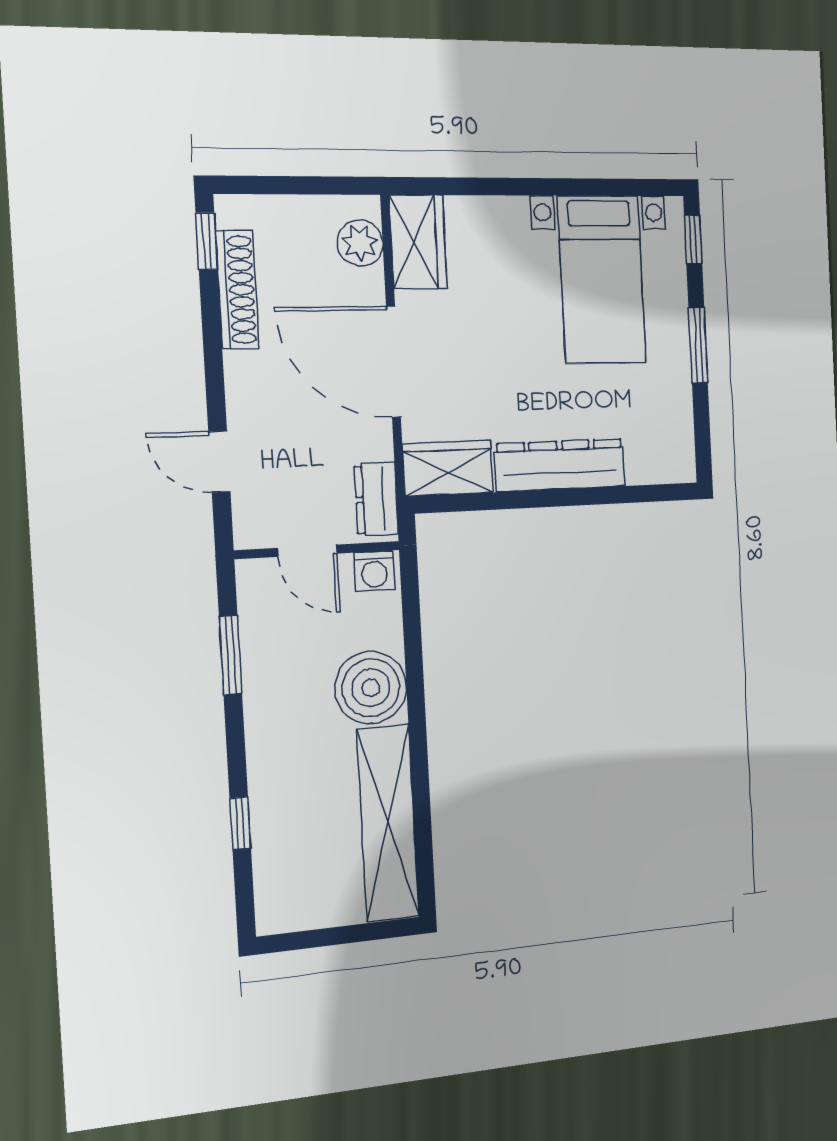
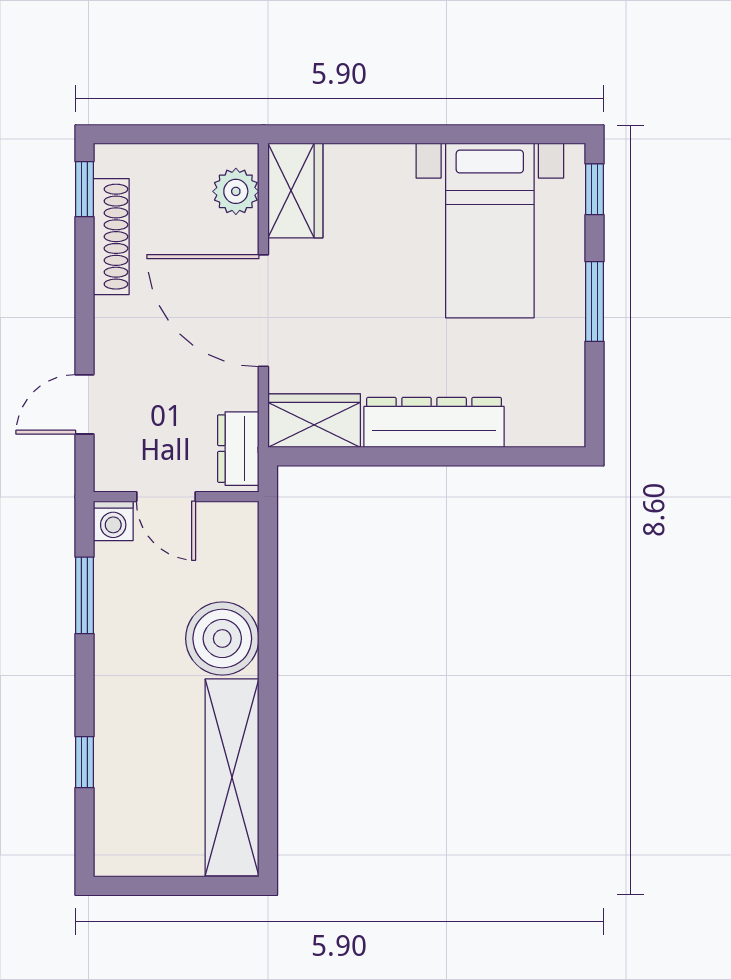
door: (219, 462) -> (84, 404), hinge flipped
washing machine: (374, 571) -> (113, 521), moved

